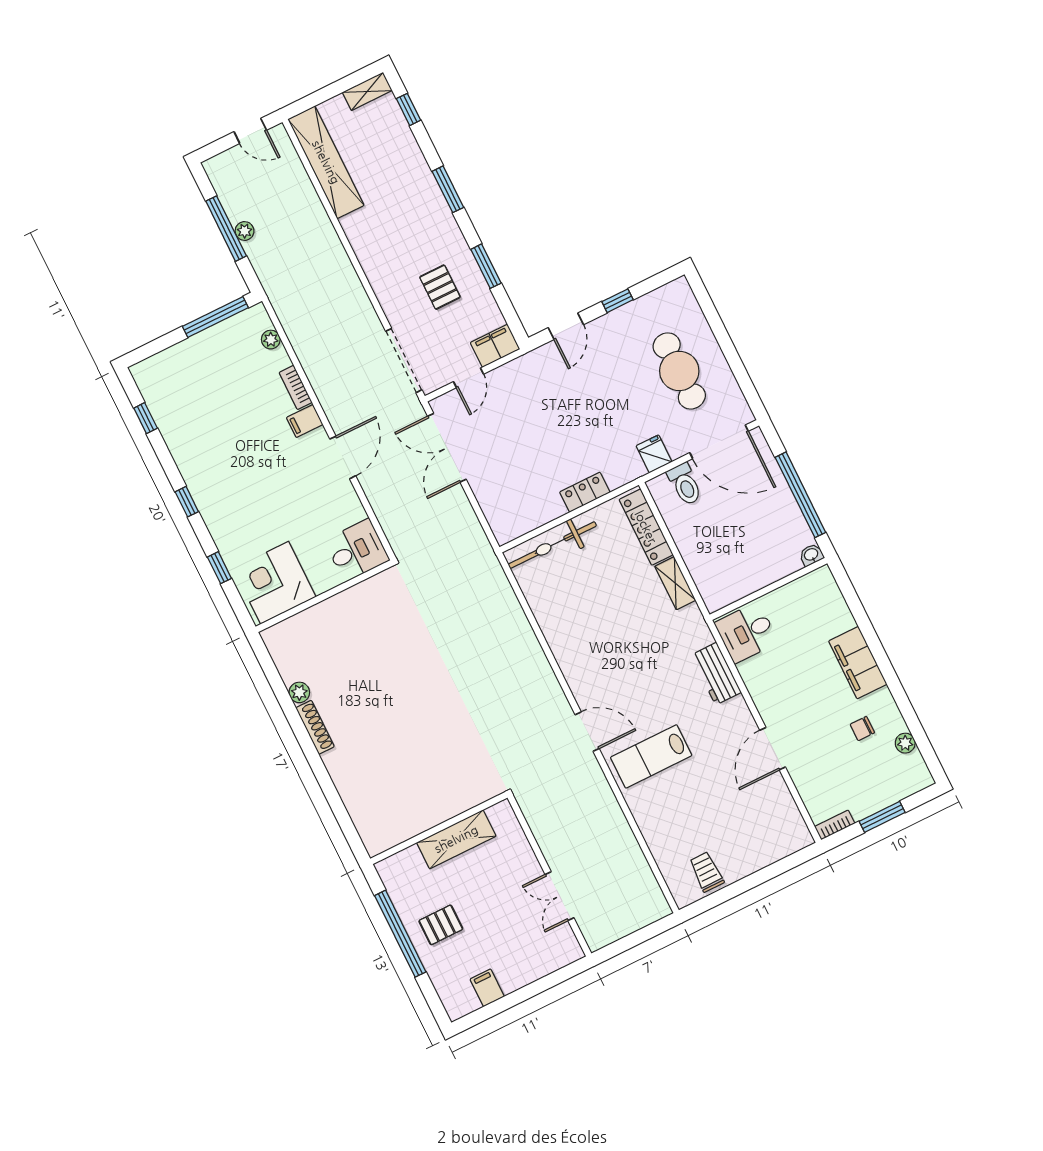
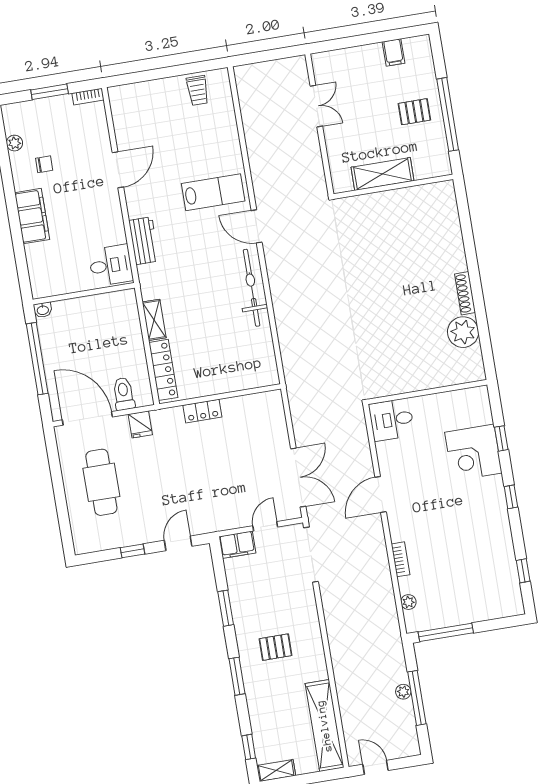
pallet: (440, 287) -> (275, 647), moved, turned 90
filing cabinet: (305, 421) -> (401, 531), removed
bicycle: (552, 545) -> (252, 288), moved, turned -90
corner desk: (275, 583) -> (473, 453), moved, turned 90
plant: (299, 692) -> (463, 332), width x1.88, depth x1.88

